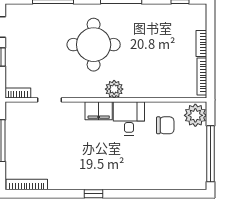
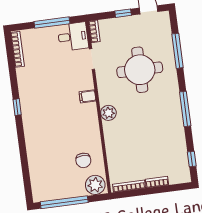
round table: (94, 45) -> (140, 70), moved
filing cabinet: (99, 111) -> (87, 96), width x0.50
desk: (129, 118) -> (73, 37), moved

